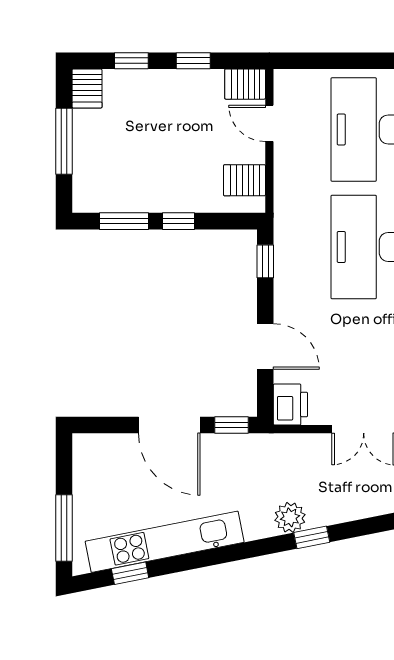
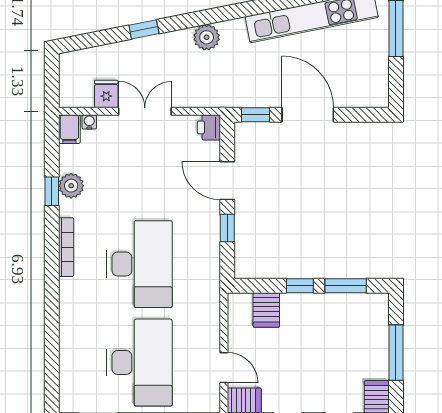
server rack: (245, 180) -> (266, 310), moved, turned 90
window: (265, 261) -> (227, 228), moved
printer: (290, 405) -> (209, 127), width x0.73, depth x0.81
window: (312, 537) -> (144, 29), moved

